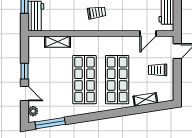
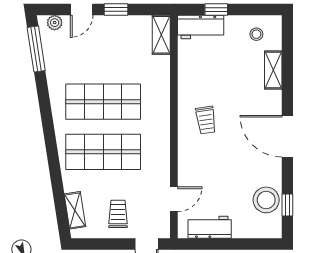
door: (148, 34) -> (174, 199), swing flipped
shelving: (57, 42) -> (161, 35), moved
shelving: (145, 99) -> (75, 210), moved

